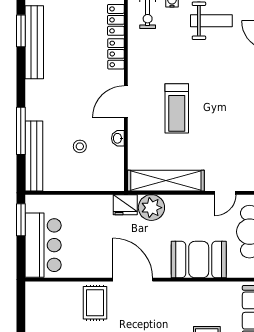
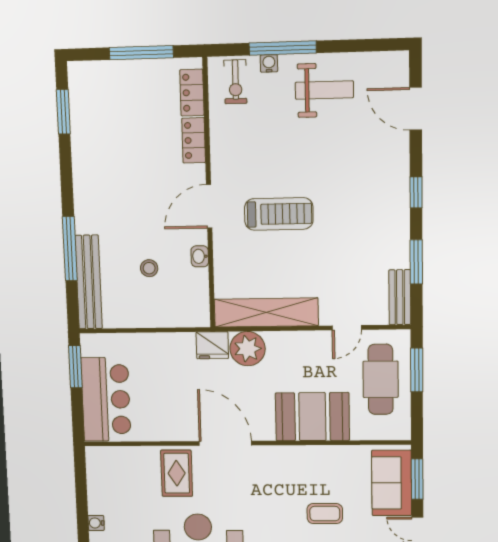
bench: (34, 42) -> (82, 127), removed
treadmill: (177, 108) -> (279, 214), turned -90

